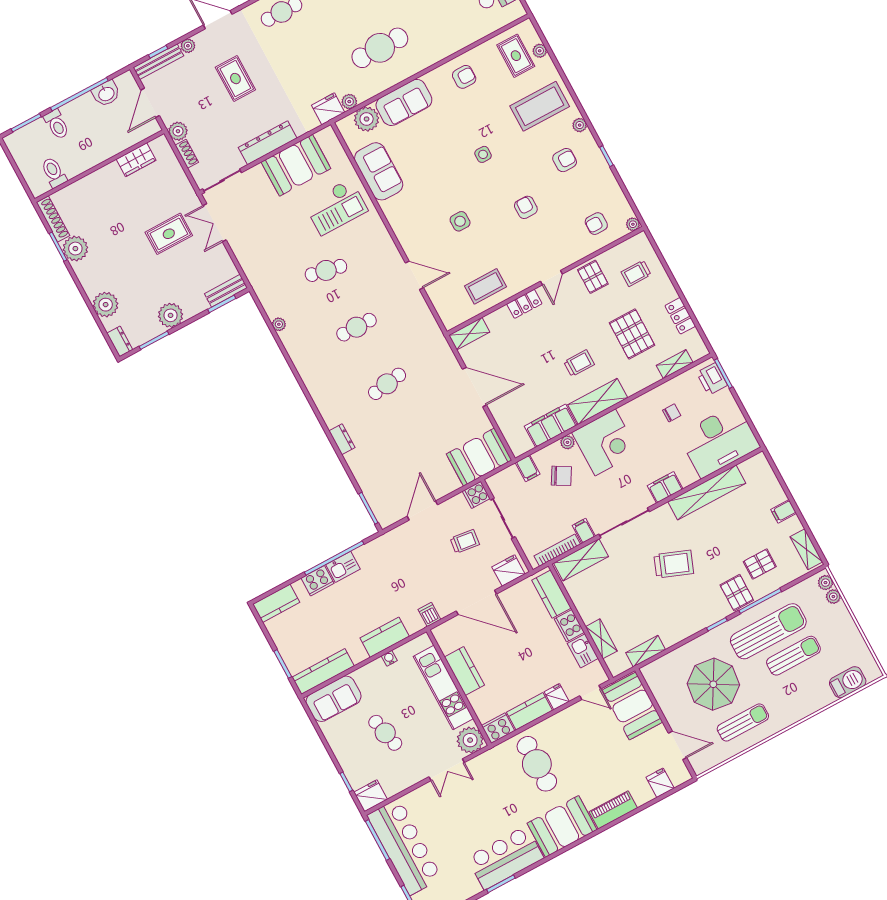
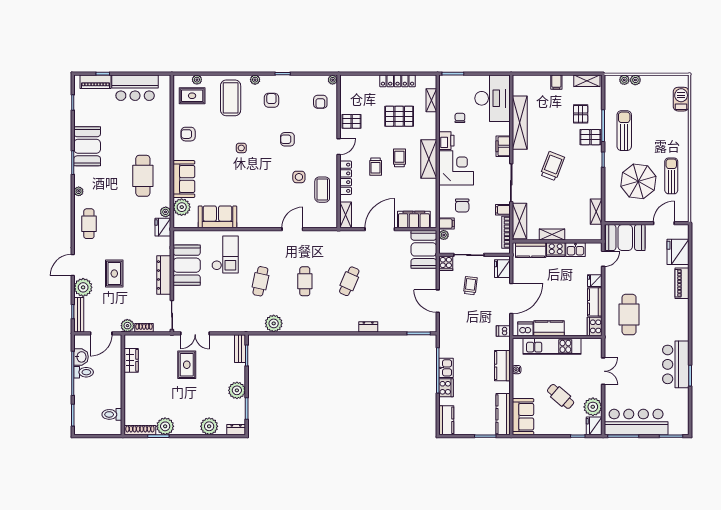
plant: (188, 46) -> (83, 287), width x1.88, depth x1.88
armchair: (464, 77) -> (188, 134), turned -90
rug: (235, 79) -> (114, 273), turned 90
door: (150, 103) -> (101, 333), hinge flipped
toilet: (57, 124) -> (84, 372), moved
side table: (460, 221) -> (299, 177), moved
trolley: (636, 273) -> (376, 167), moved
door: (551, 278) -> (339, 147), hinge flipped
locker: (524, 304) -> (346, 178), width x1.53
locker: (680, 316) -> (398, 81), width x1.53
plant: (279, 324) -> (274, 323), width x1.87, depth x1.87
printer: (712, 379) -> (446, 141), moved, turned -90
cafe table: (387, 384) -> (349, 281), turned 33
filing cabinet: (551, 426) -> (414, 220), moved, turned 90
plant: (567, 442) -> (444, 235), moved
chair: (561, 476) -> (462, 205), turned 150
plant: (825, 583) -> (635, 80), moved
sun lounger: (768, 631) -> (624, 131), width x0.73, depth x0.75
shelving: (601, 639) -> (552, 235), moved
dishwasher: (447, 641) -> (525, 329), added
sun lounger: (793, 656) -> (647, 123), removed
cafe table: (385, 733) -> (561, 396), turned 54
plant: (470, 740) -> (593, 407), moved
cafe table: (537, 764) -> (629, 315), turned 90
fridge: (660, 783) -> (678, 252), width x1.88, depth x1.34
booth: (562, 826) -> (675, 320), removed

